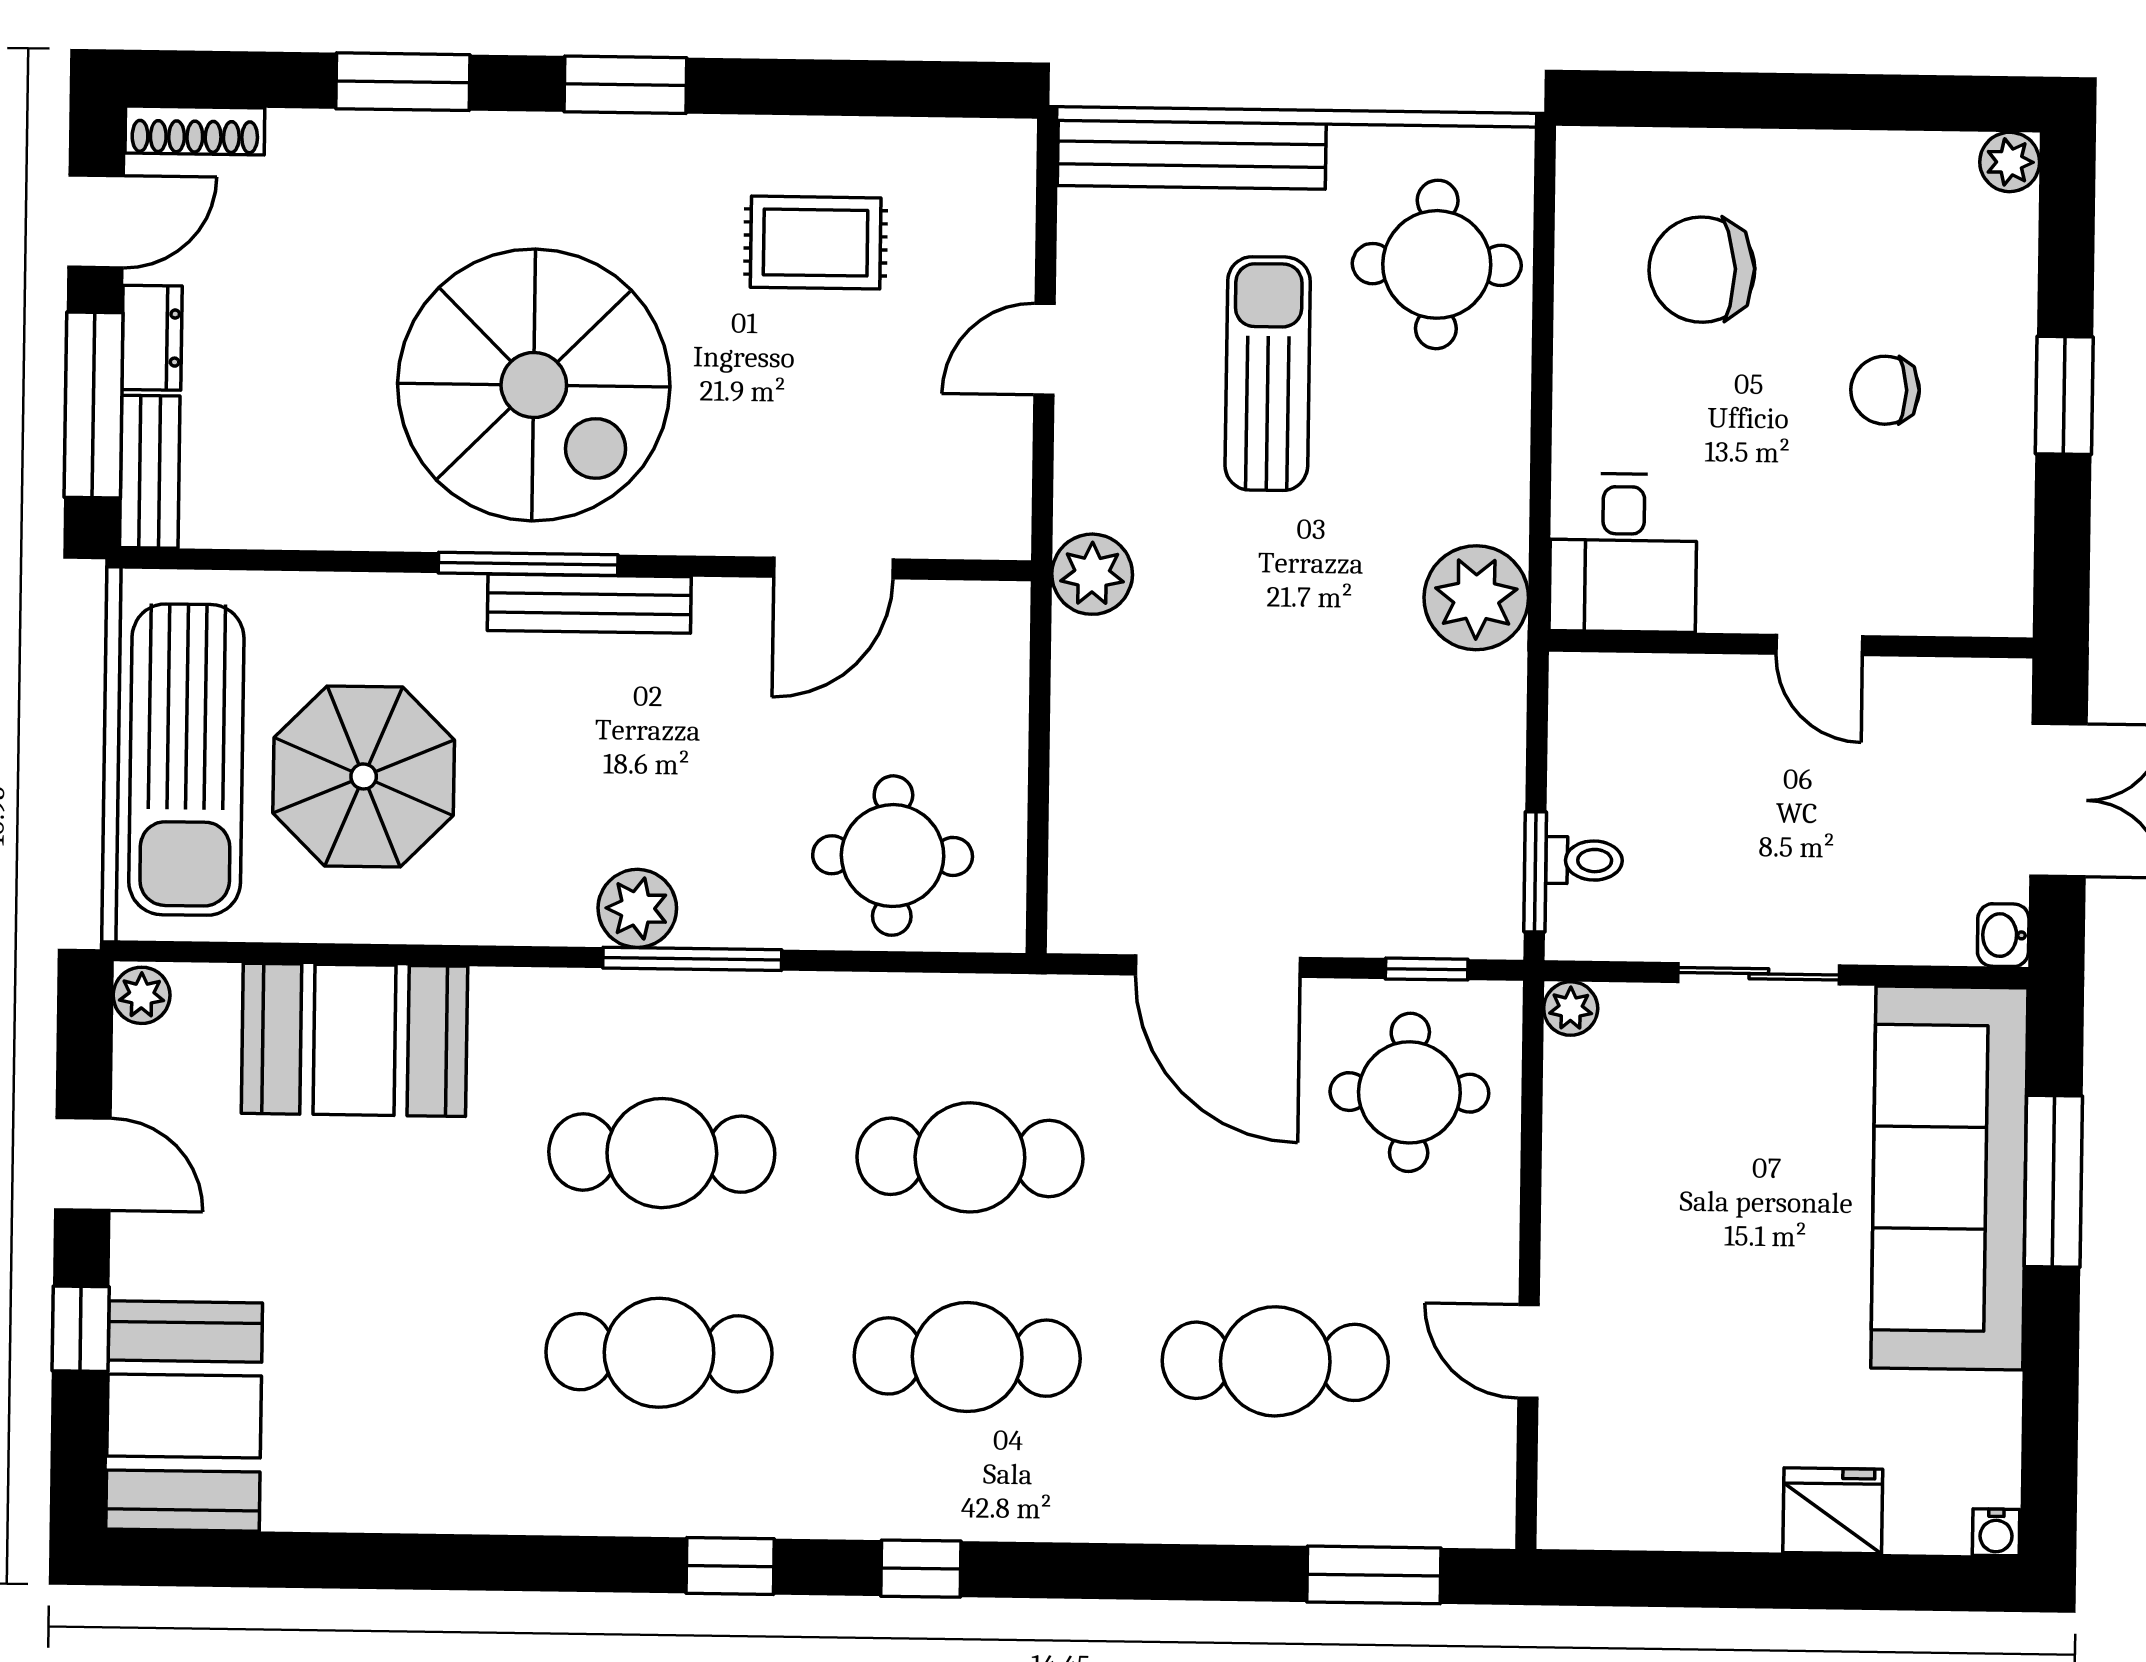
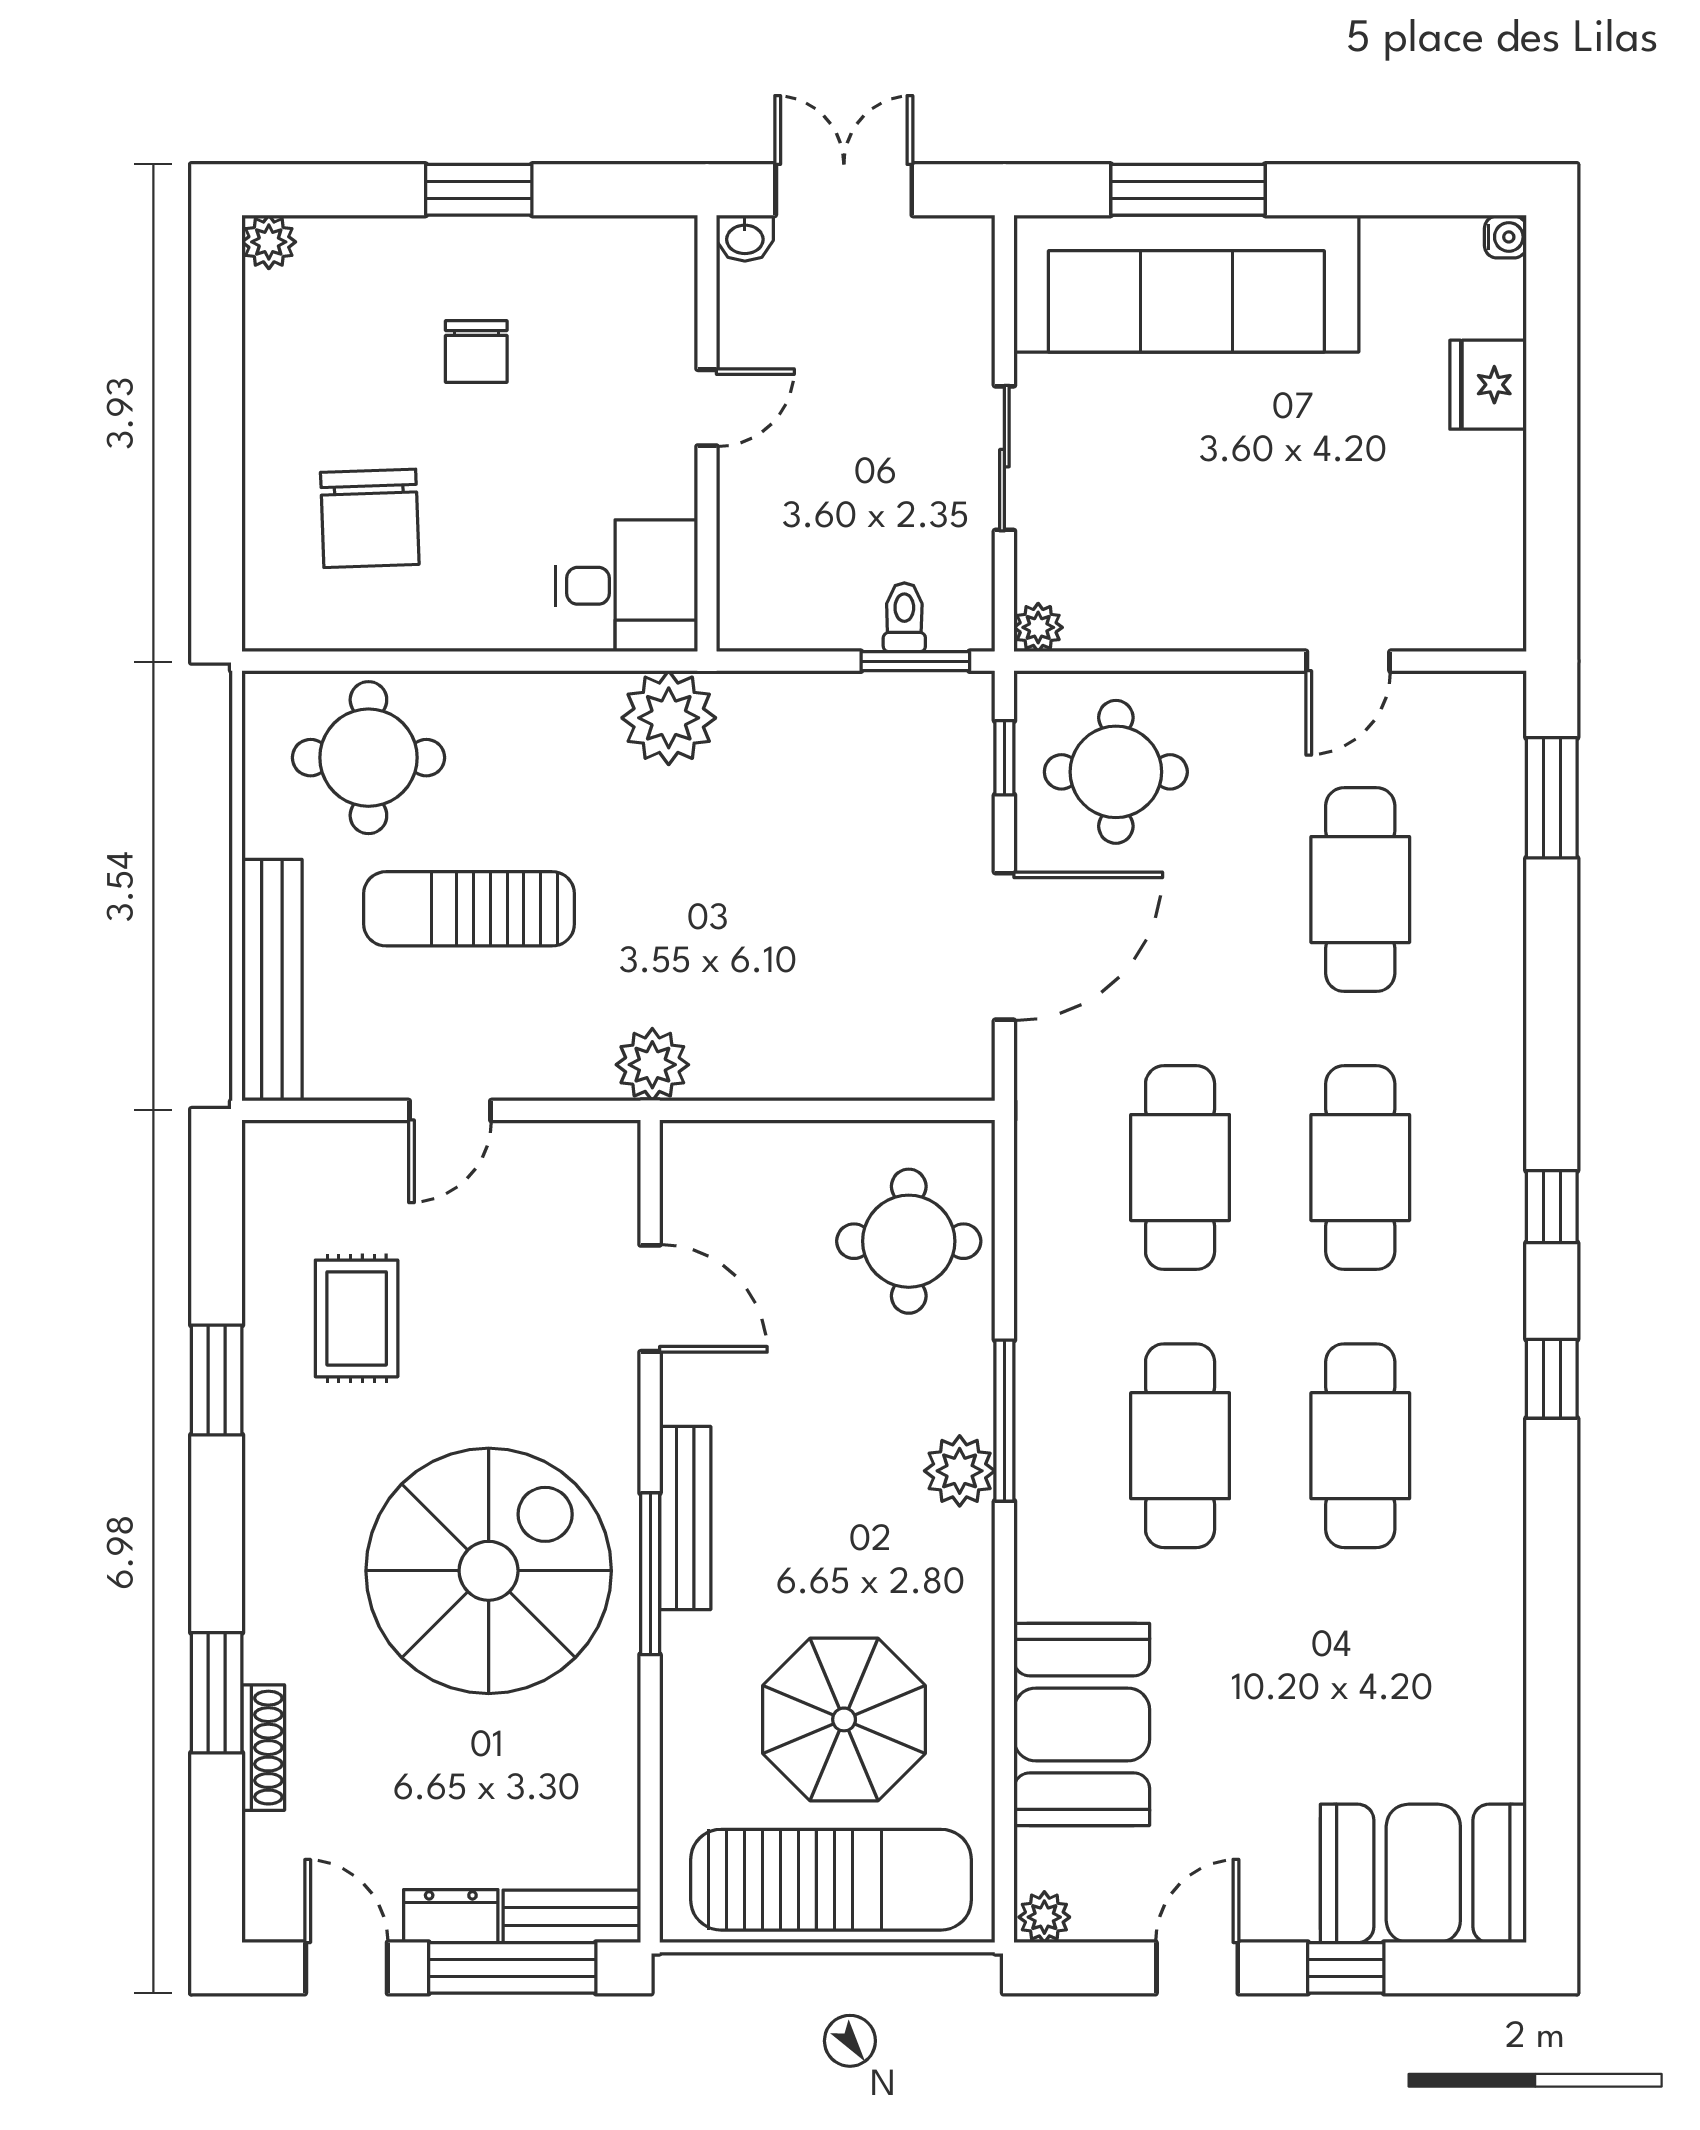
window: (625, 85) -> (217, 1380), moved
shoe rack: (195, 130) -> (263, 1748), moved
door: (1045, 349) -> (450, 1110), hinge flipped
washbasin: (2003, 935) -> (745, 238), moved

